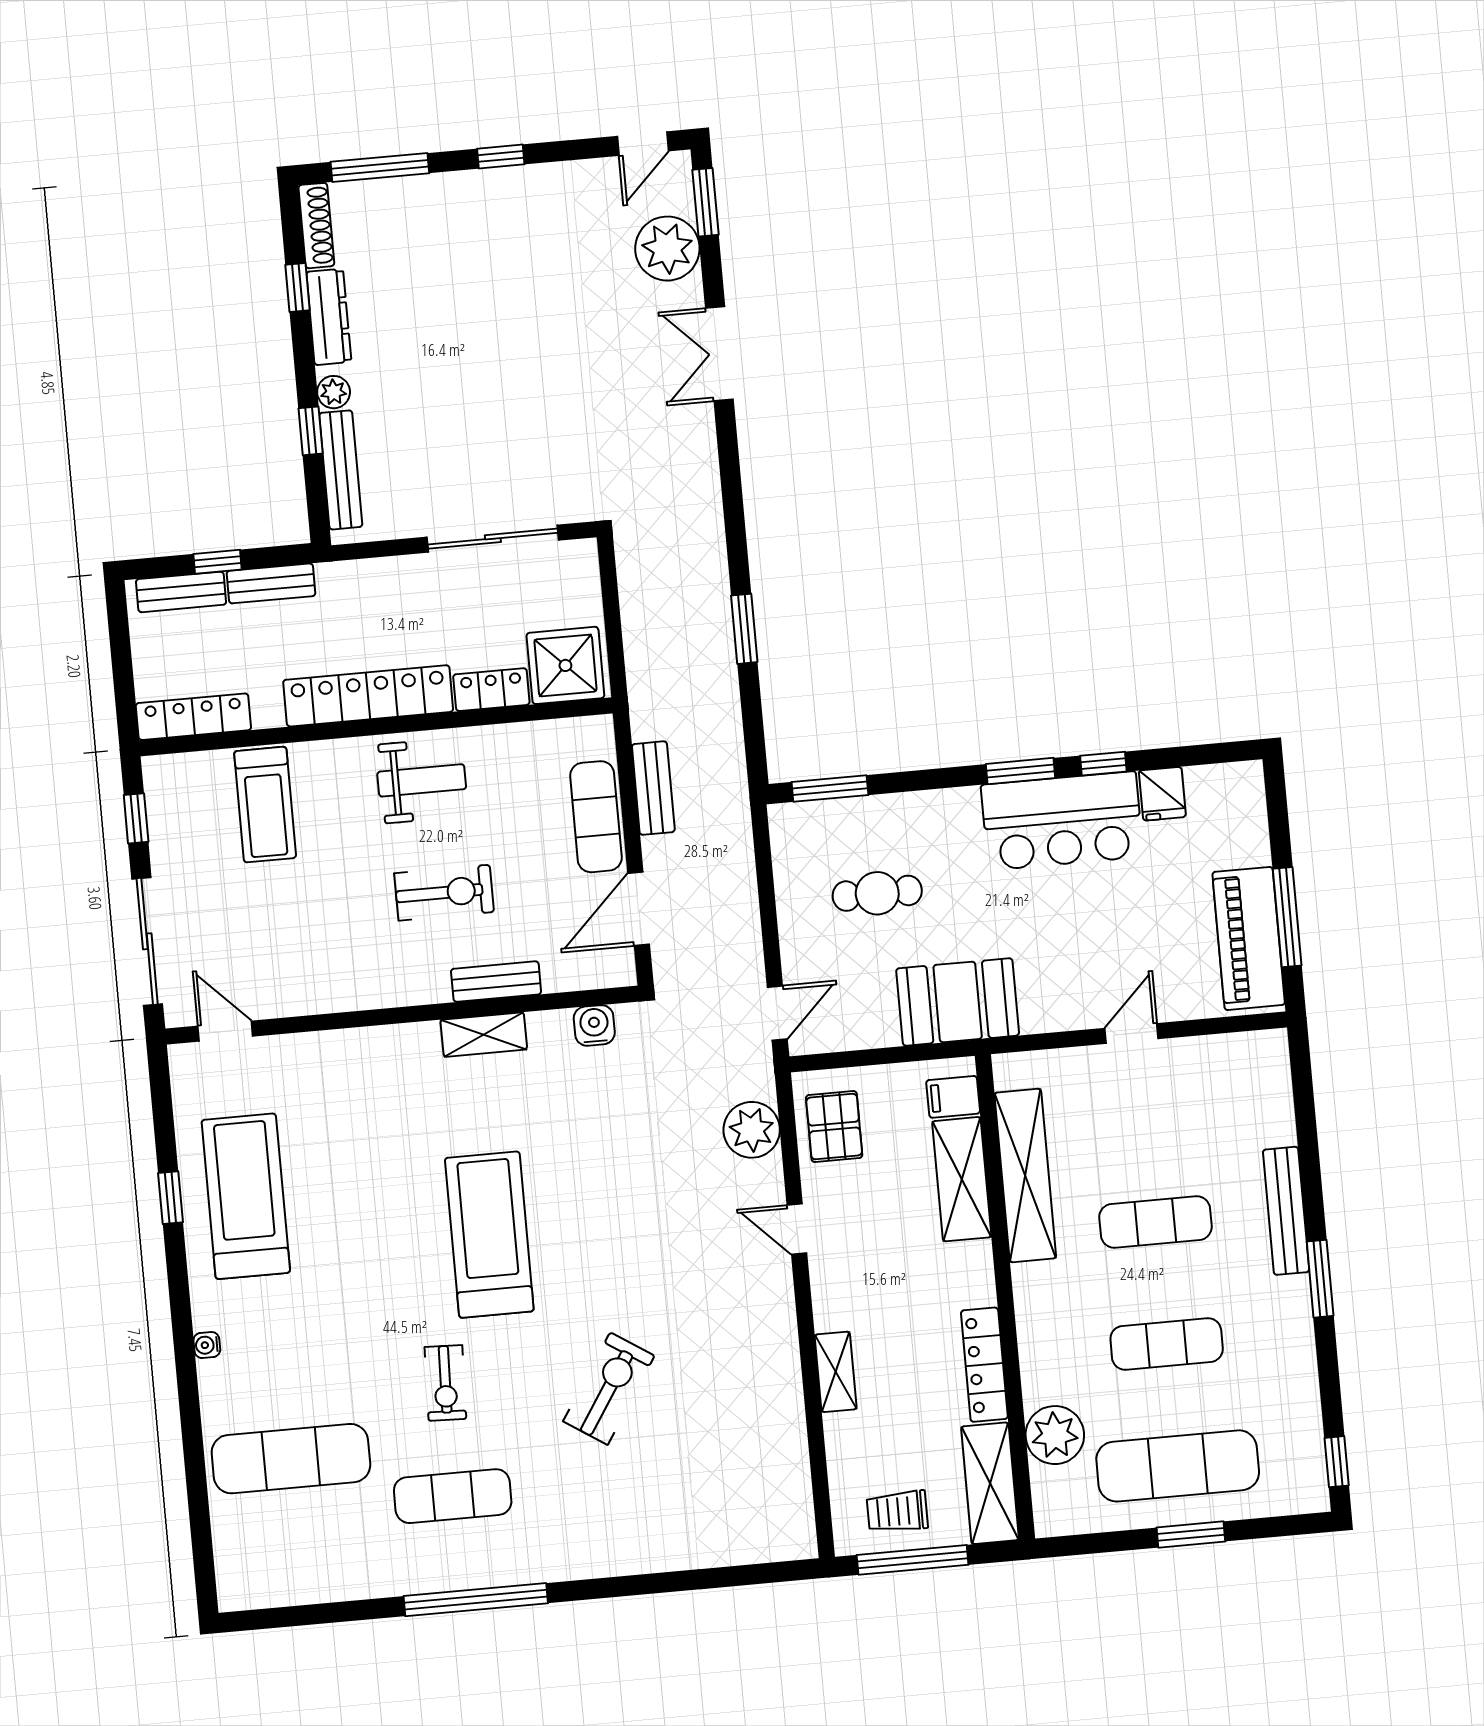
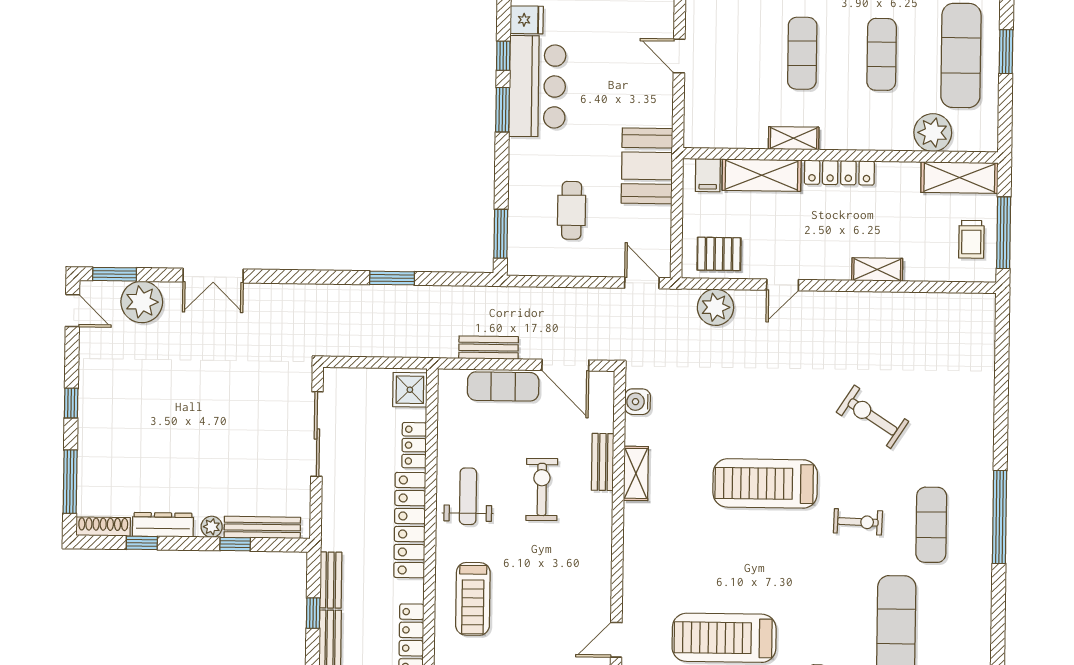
shower: (565, 665) -> (410, 390), width x0.73, depth x0.73
treadmill: (265, 805) -> (473, 599), turned 90
shelving: (1025, 1176) -> (794, 138), width x0.45, depth x0.75
locker: (984, 1365) -> (839, 173), moved

